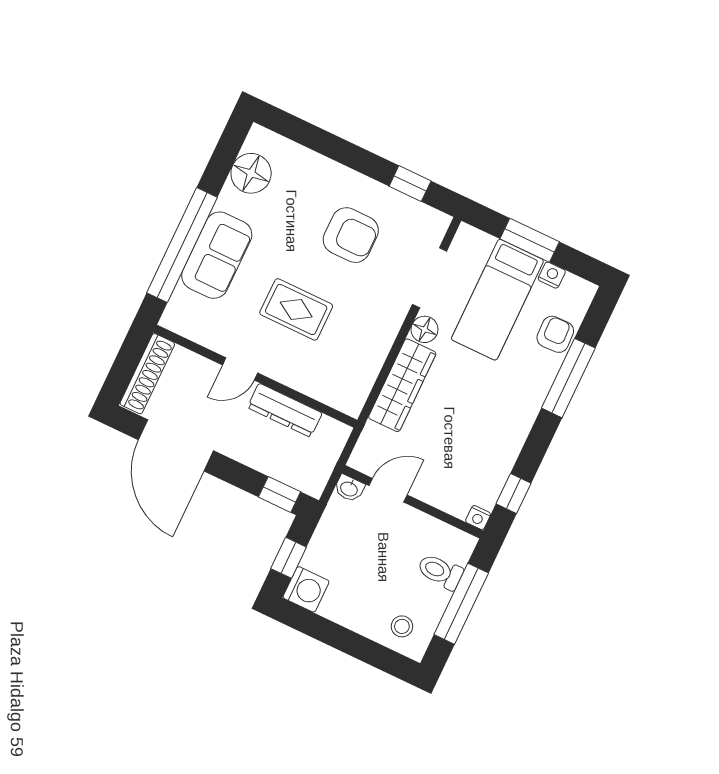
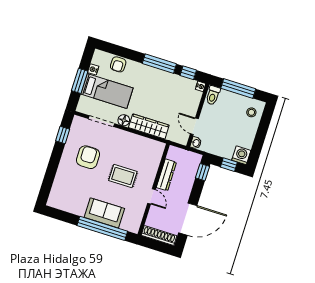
floor lamp: (251, 173) -> (68, 203), removed
rug: (296, 309) -> (123, 176), turned 90
armchair: (555, 334) -> (118, 64), turned -88
window: (568, 378) -> (159, 64), moved
toilet: (440, 572) -> (213, 95), moved

